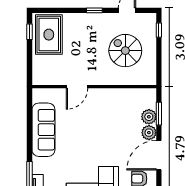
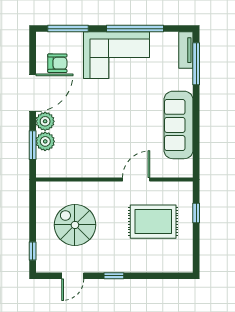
window: (29, 32) -> (196, 213), moved
rug: (49, 35) -> (153, 222), moved, turned 90
spiral stairs: (125, 51) -> (75, 225), turned 180

